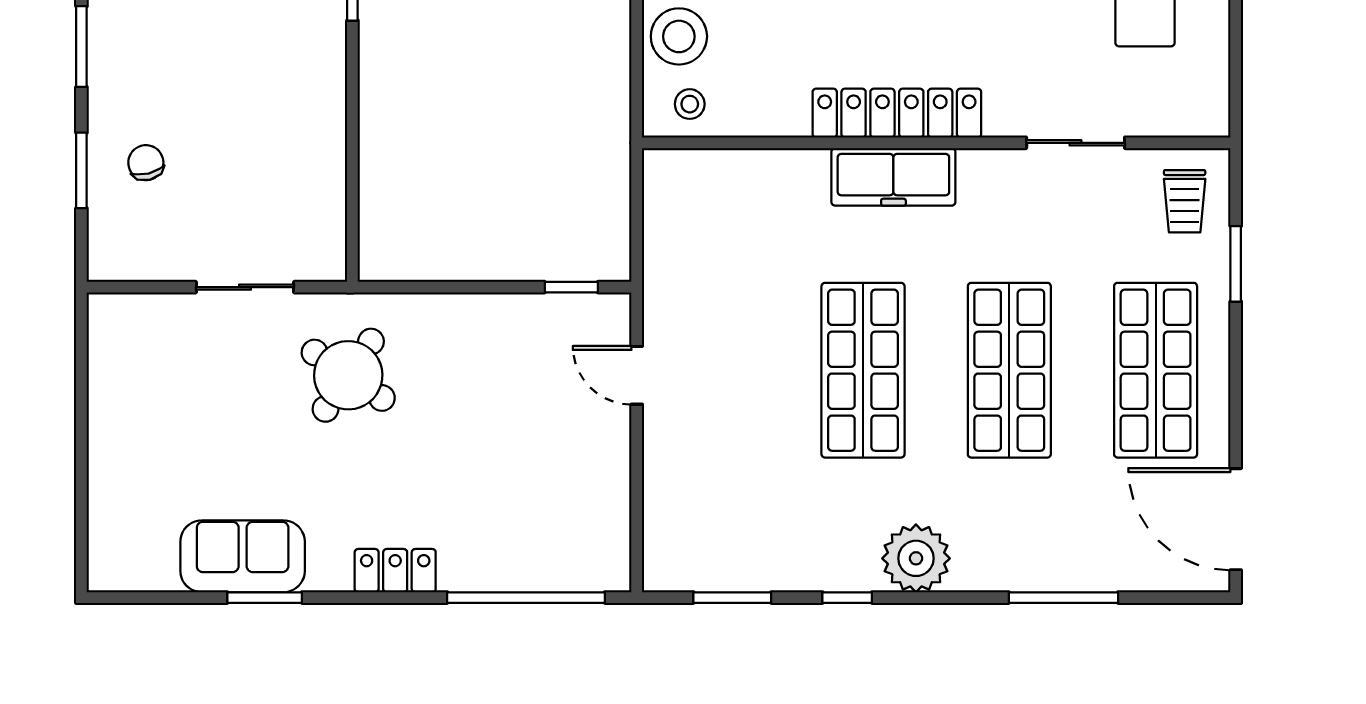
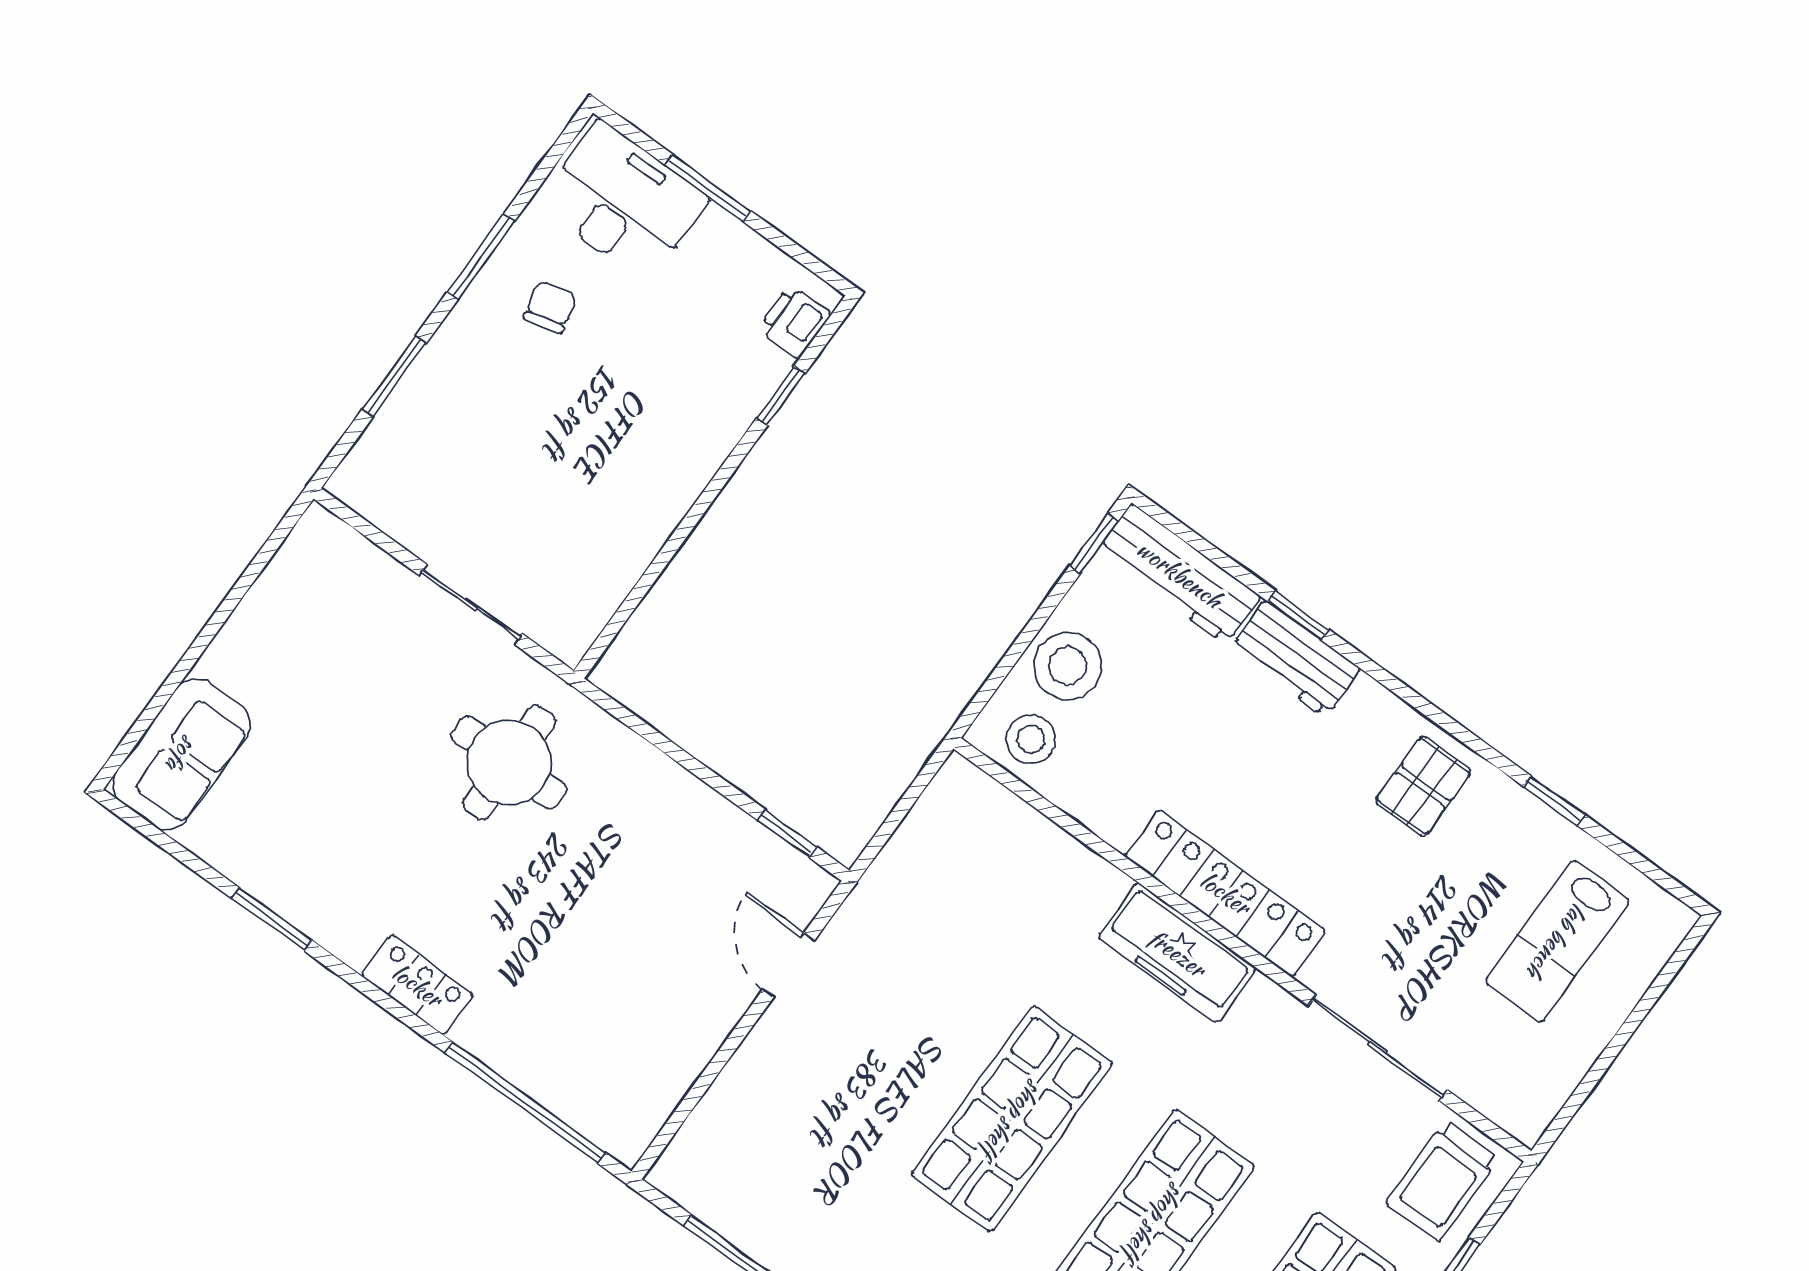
stool: (690, 104) -> (1031, 739), width x1.37, depth x1.37
sliding door: (1076, 143) -> (1378, 1048), width x1.37
chair: (146, 163) -> (550, 307), moved
trolley: (1185, 201) -> (1442, 1181), width x1.36, depth x1.39
round table: (348, 375) -> (509, 762), turned -34
sofa: (243, 556) -> (182, 754), moved, turned 90

